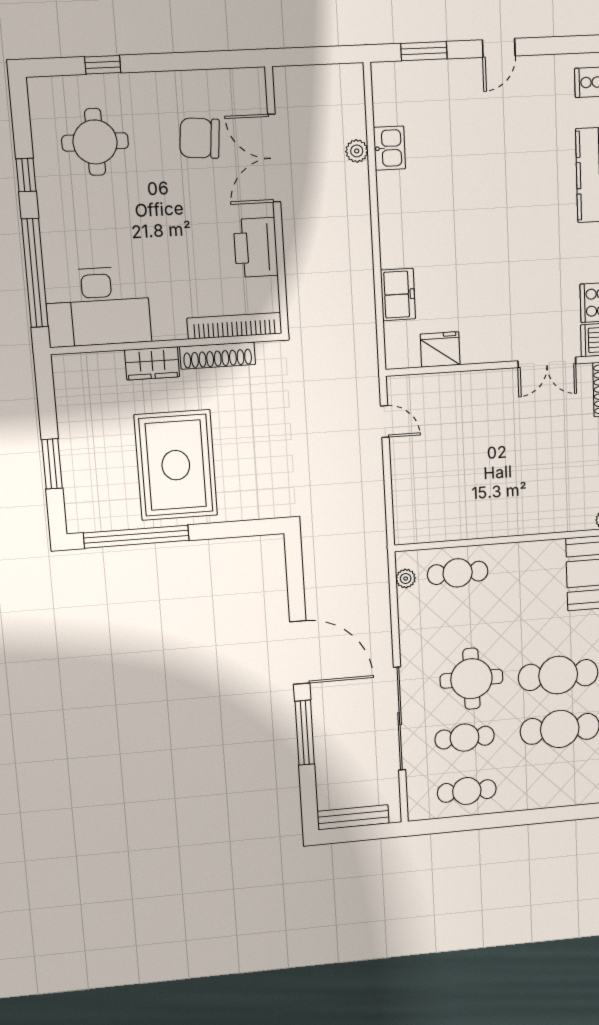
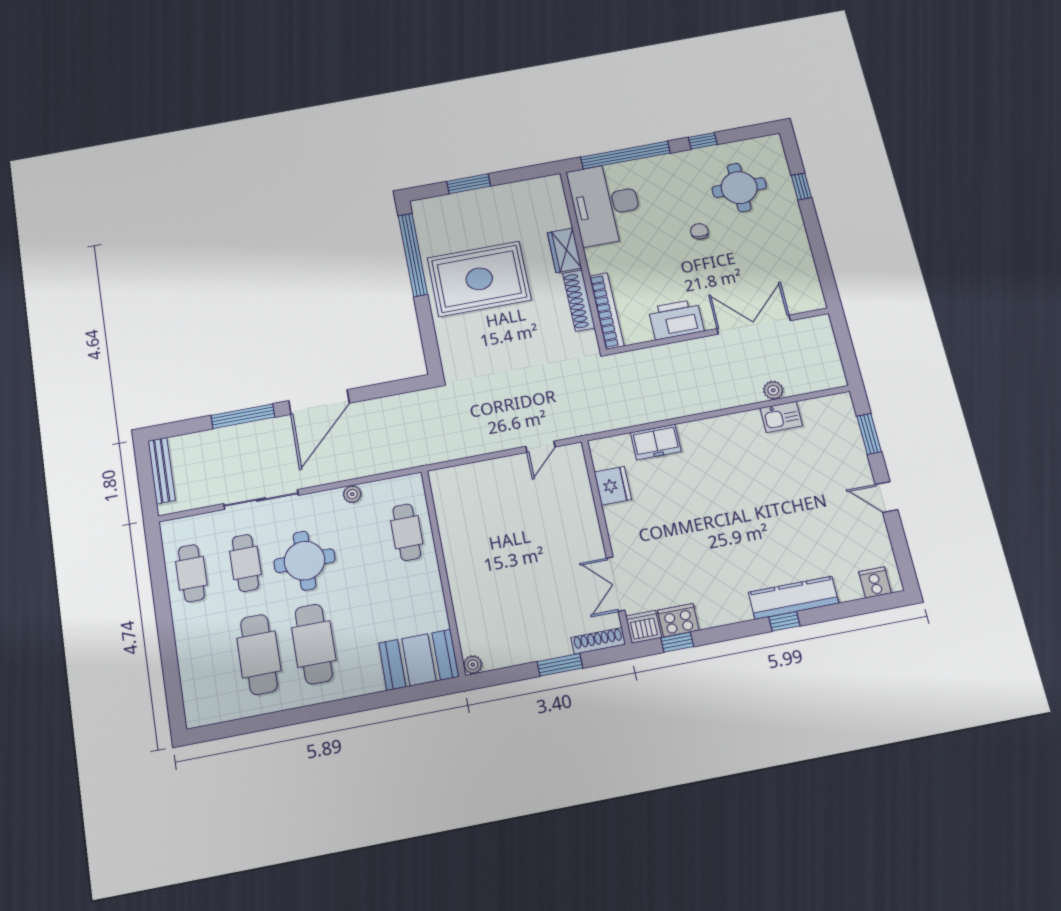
chair: (200, 138) -> (699, 231), moved, width x0.54, depth x0.54
plant: (406, 579) -> (352, 494), moved
sliding door: (400, 719) -> (261, 499), width x0.73

